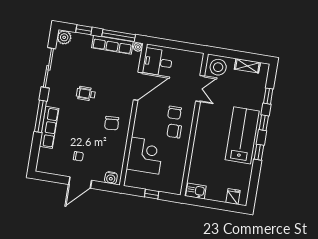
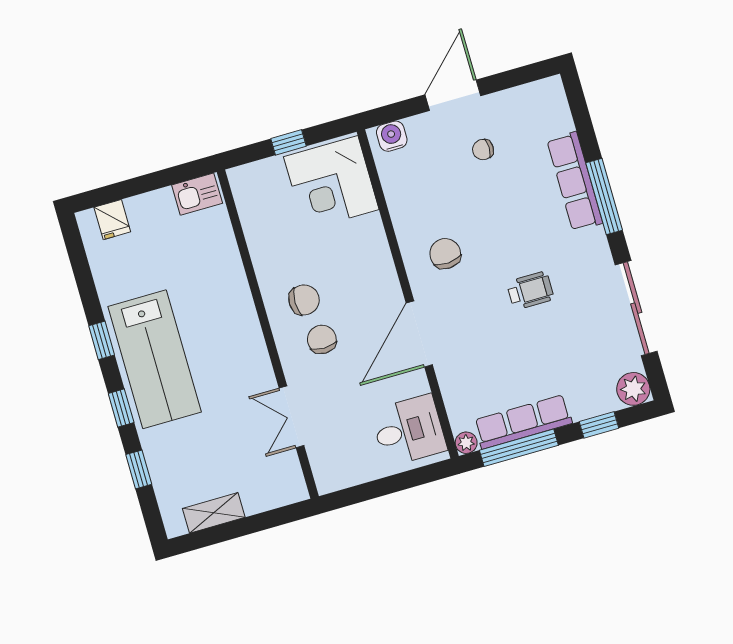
stool: (218, 67) -> (275, 481), removed
door: (138, 86) -> (419, 334), moved
corner desk: (145, 156) -> (331, 183), moved

